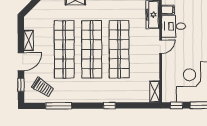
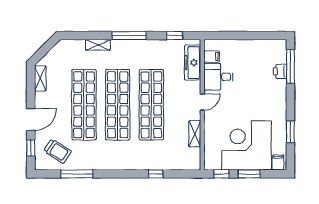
shelving: (29, 40) -> (40, 78), moved
shelving: (155, 92) -> (195, 134), moved
window: (109, 106) -> (156, 174), moved

